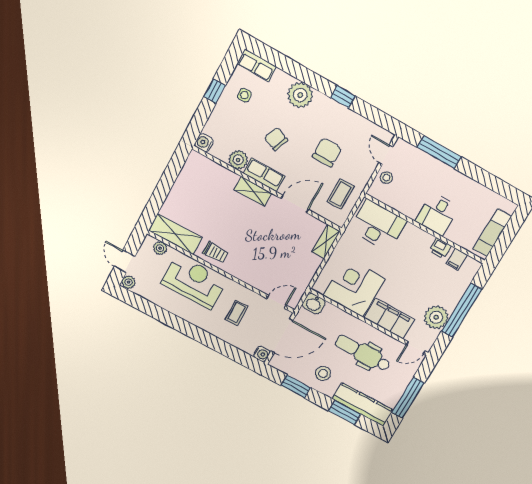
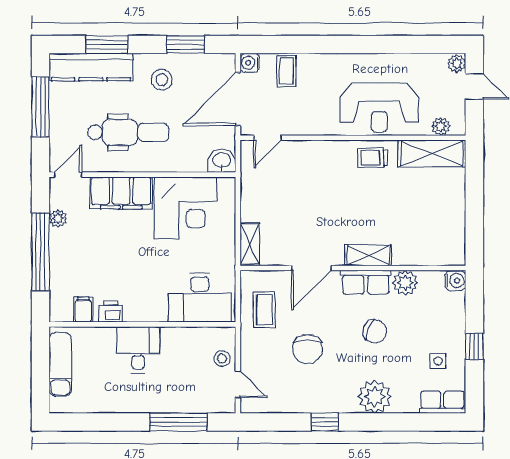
coffee table: (237, 313) -> (286, 71), moved
plant: (436, 317) -> (58, 218), width x0.53, depth x0.53

